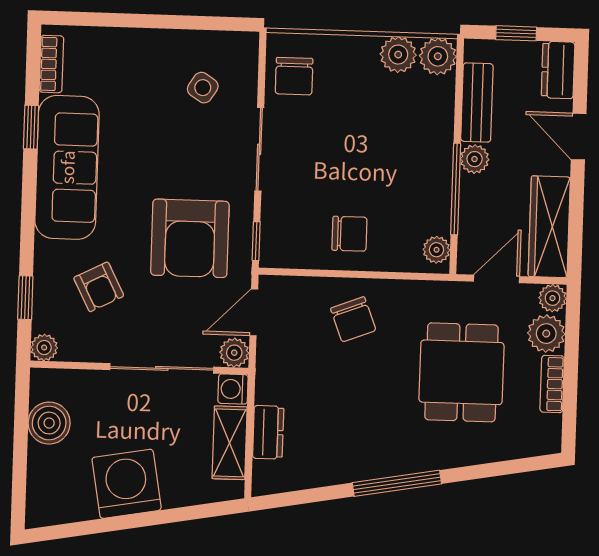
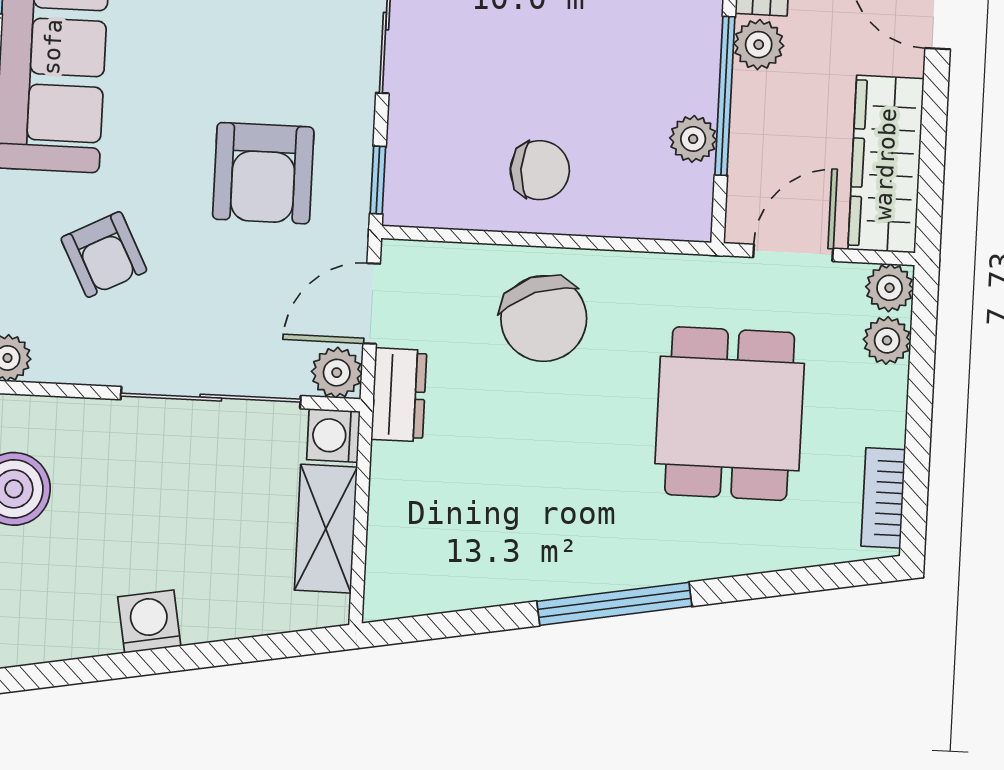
armchair: (190, 238) -> (263, 173), width x0.73, depth x0.73
plant: (436, 250) -> (693, 139), moved
chair: (353, 319) -> (544, 318), width x1.37, depth x1.37
plant: (546, 334) -> (887, 340), width x0.73, depth x0.73
bookcase: (552, 384) -> (883, 498), moved
dresser: (268, 432) -> (399, 395), moved
washing machine: (127, 484) -> (149, 621), width x0.53, depth x0.53

